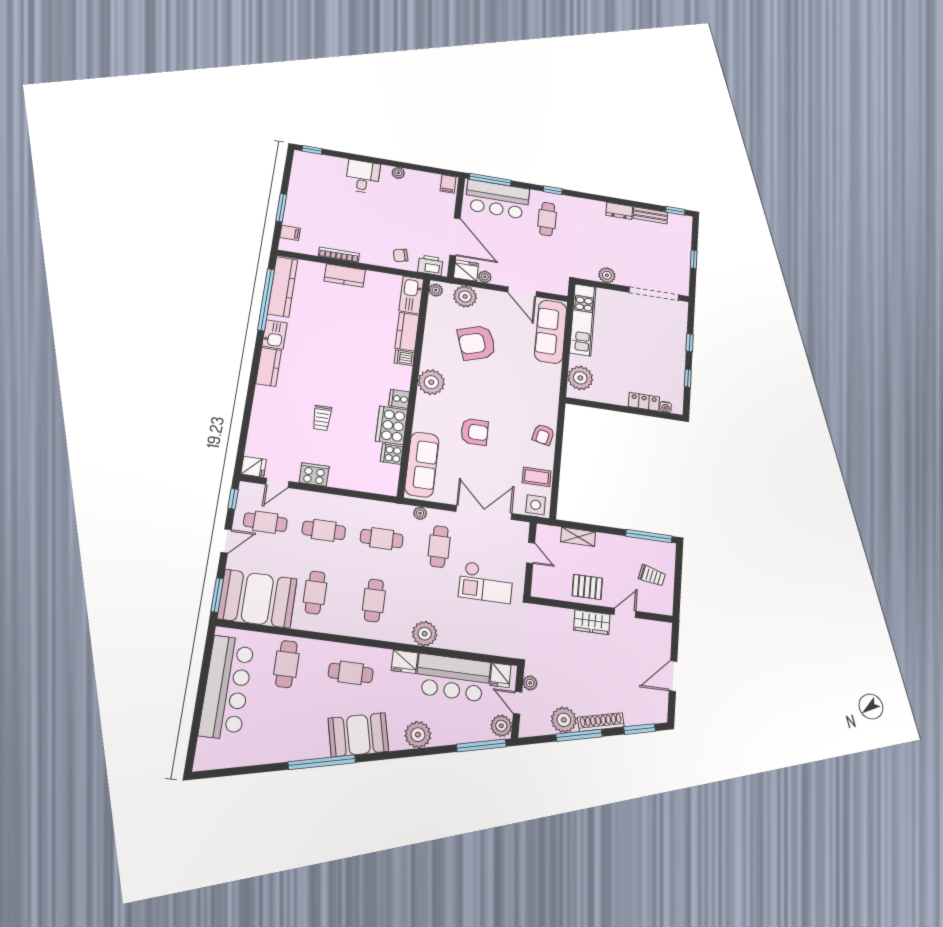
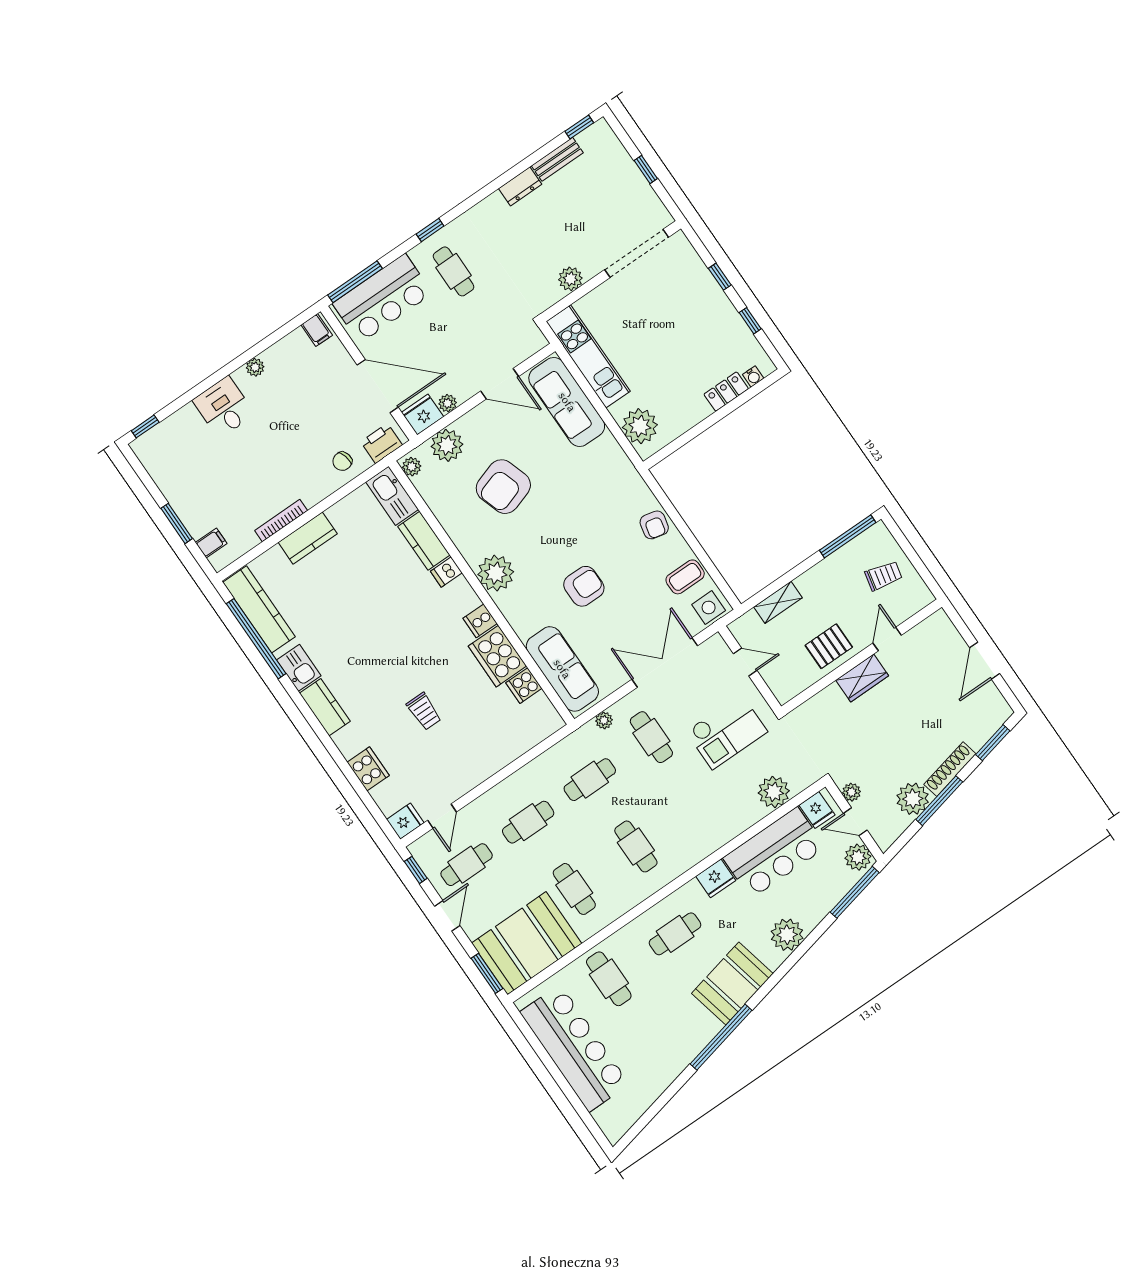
cooker: (314, 474) -> (368, 769), moved, turned 90
plant: (425, 634) -> (774, 792), moved

